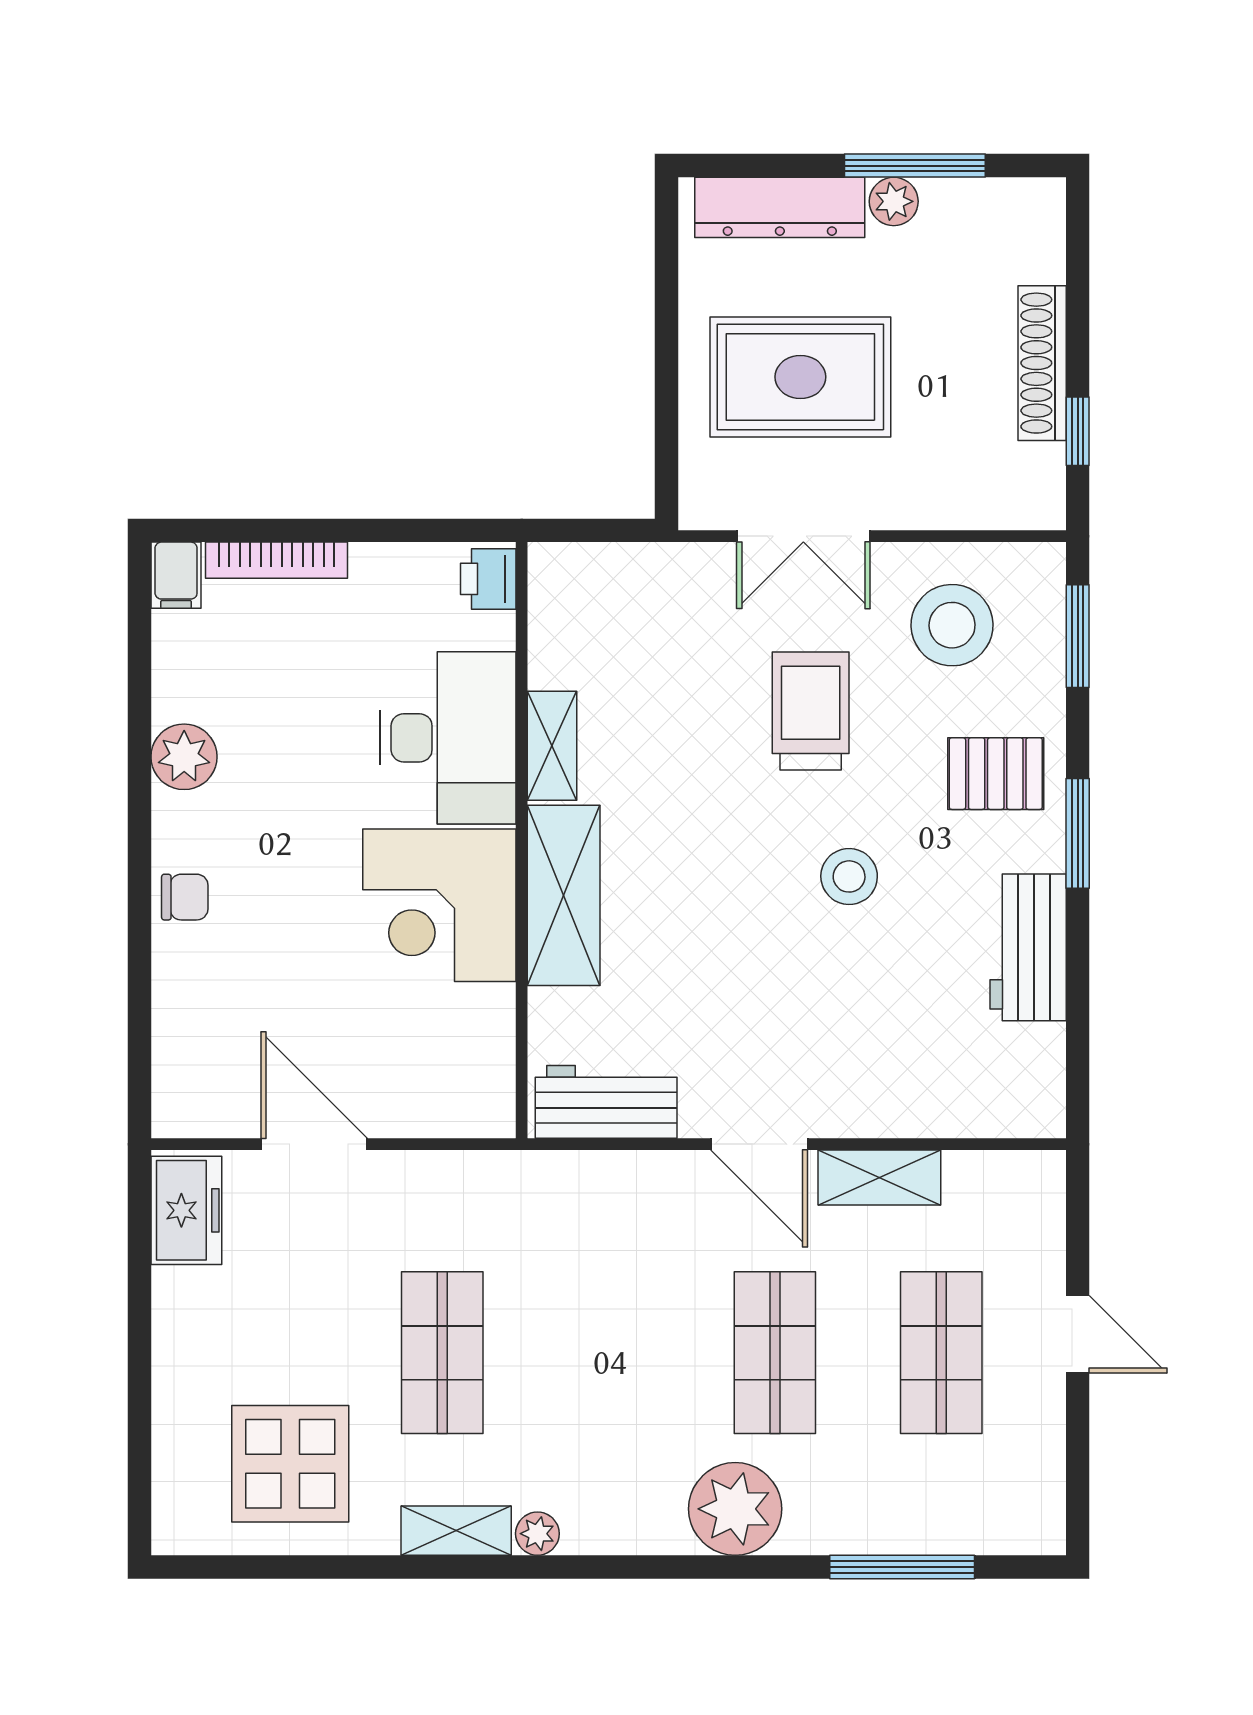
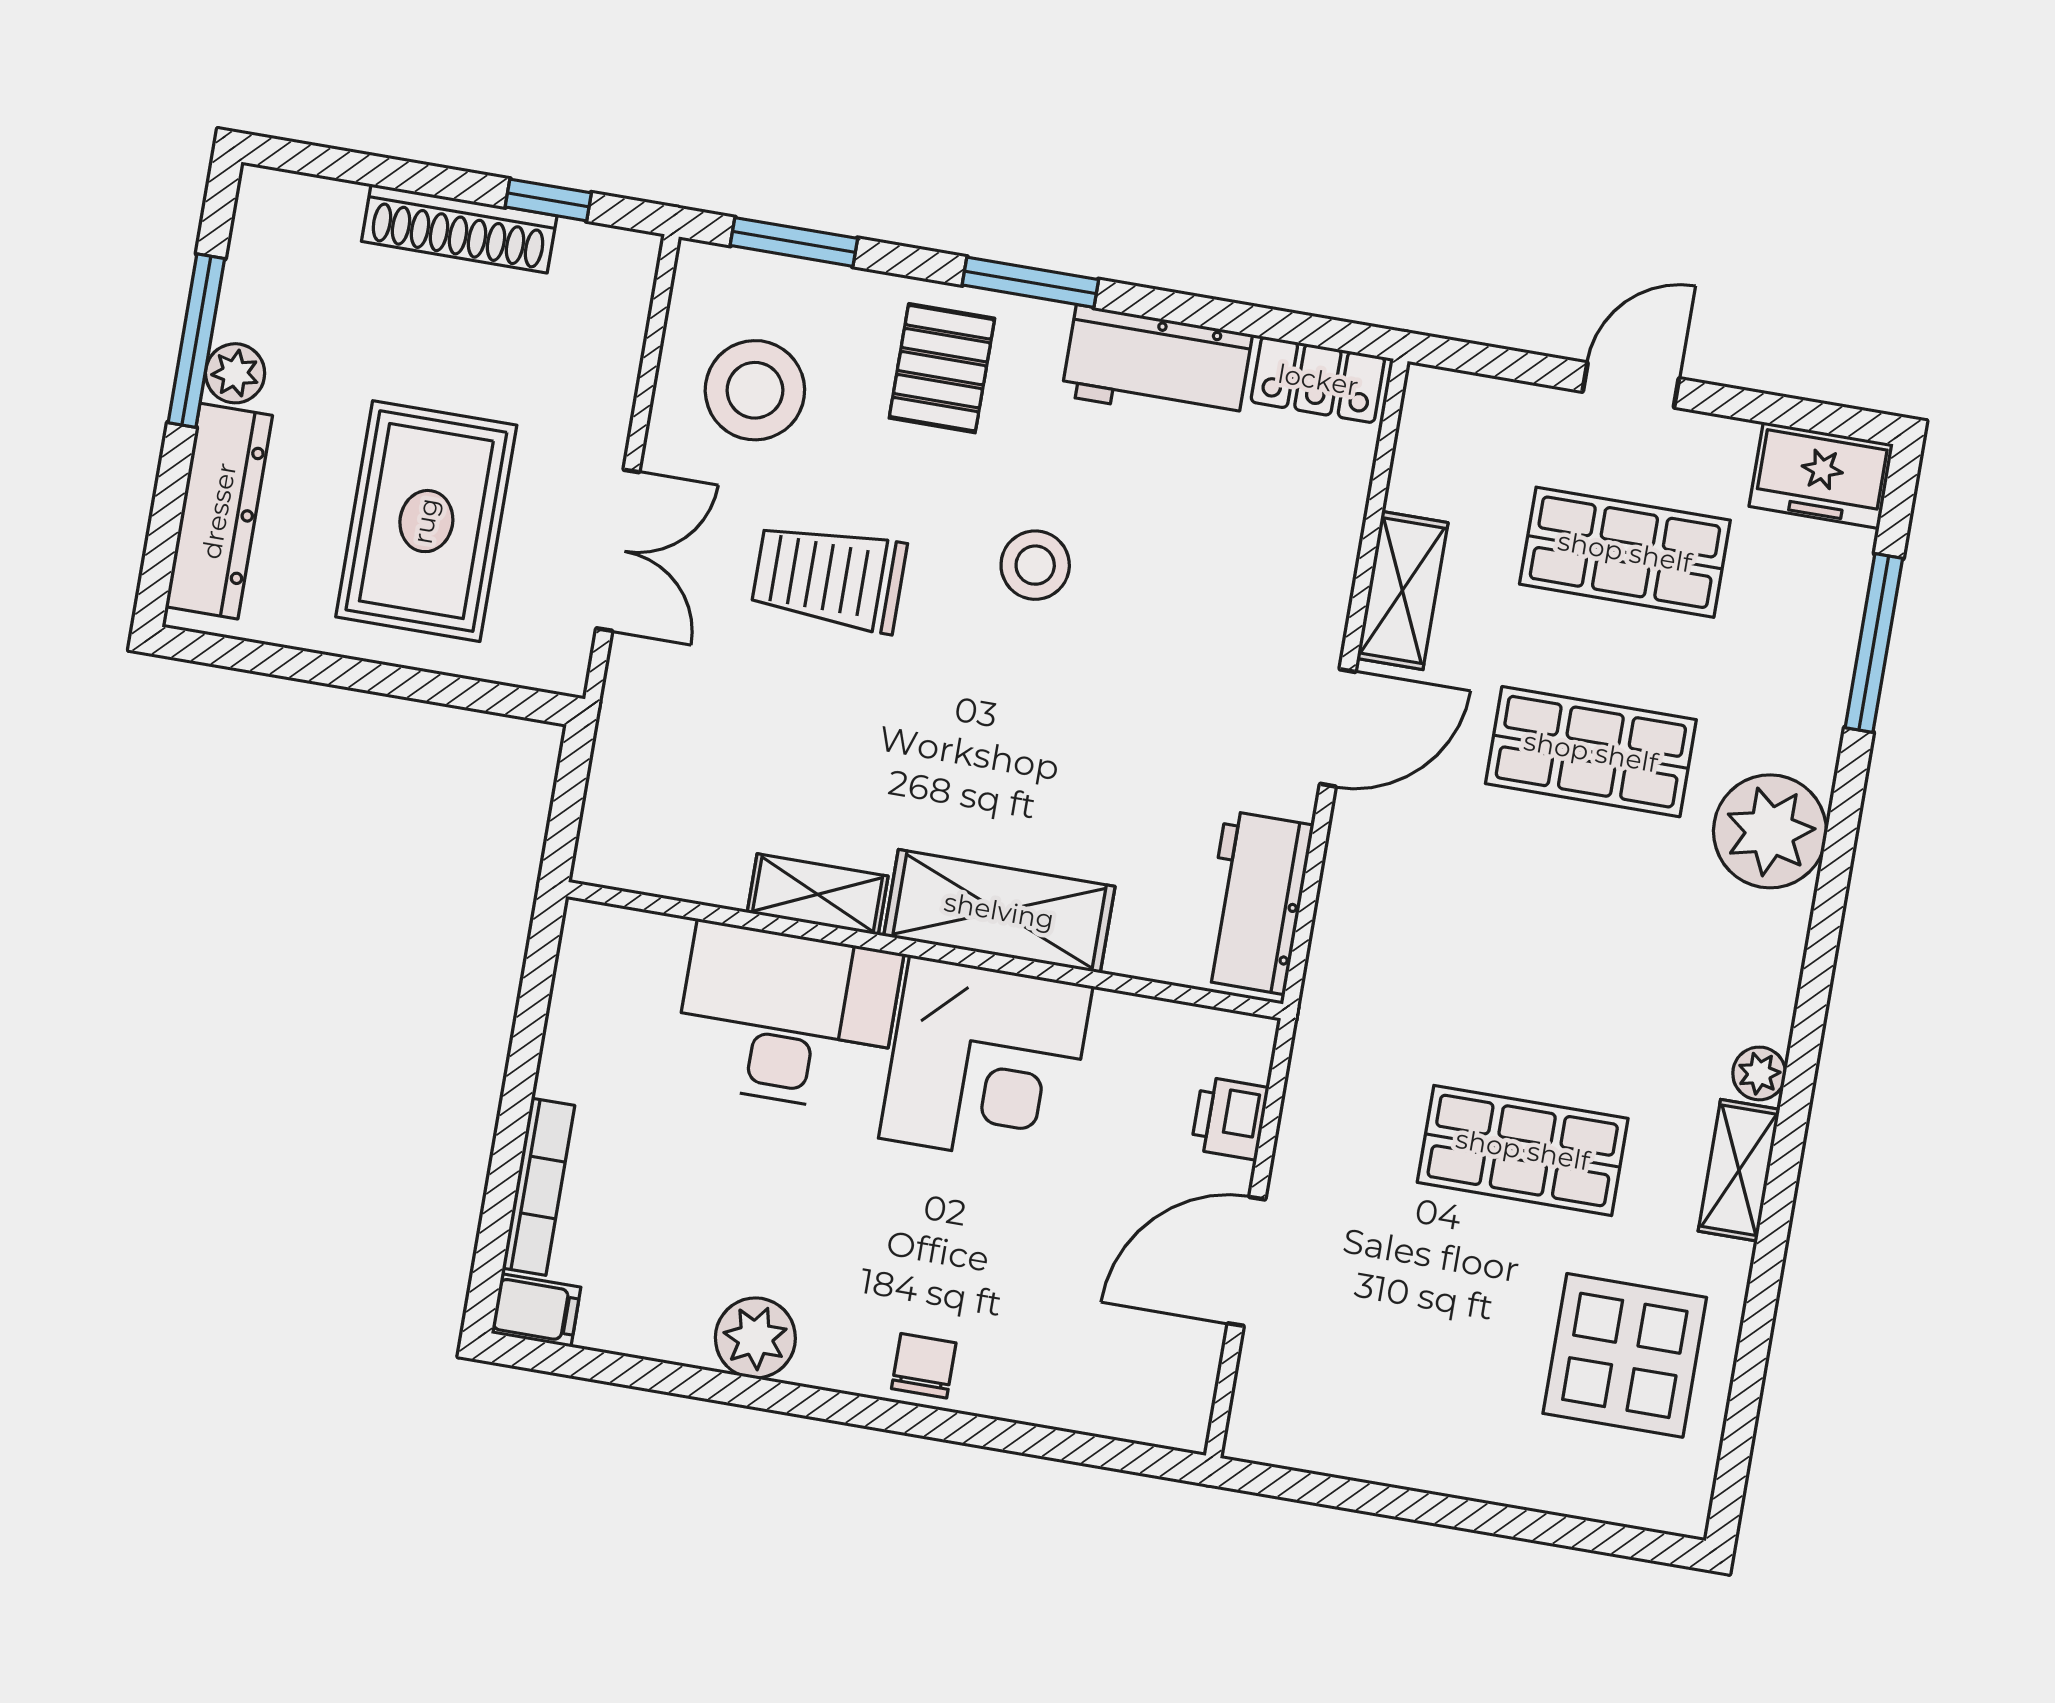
printer: (488, 579) -> (1230, 1118), moved, turned 90
locker: (1039, 1080) -> (1318, 380), added
freezer: (186, 1210) -> (1821, 475), moved, turned 180

